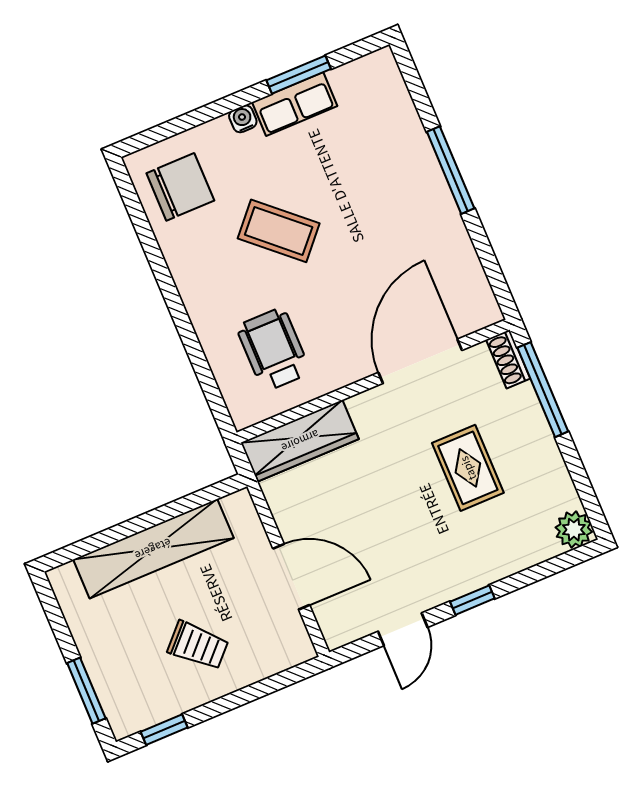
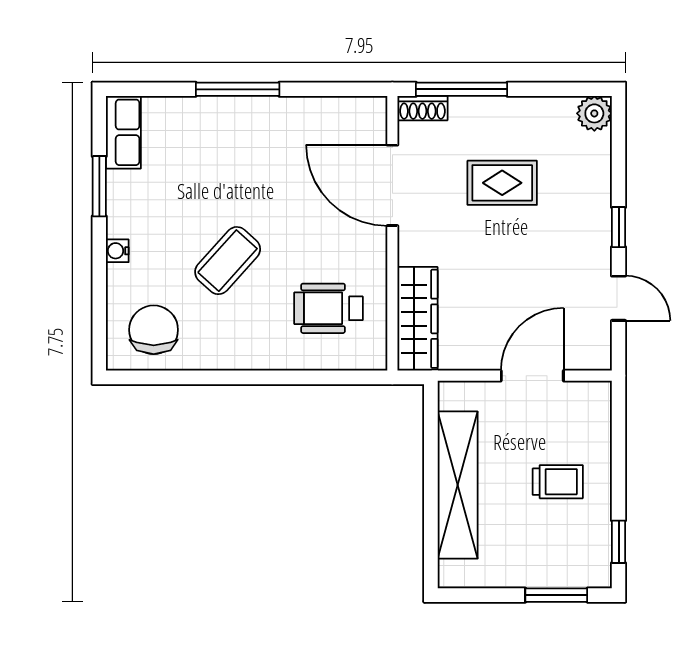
row of seats: (295, 104) -> (123, 132), moved
trolley: (198, 645) -> (558, 482), turned 46

